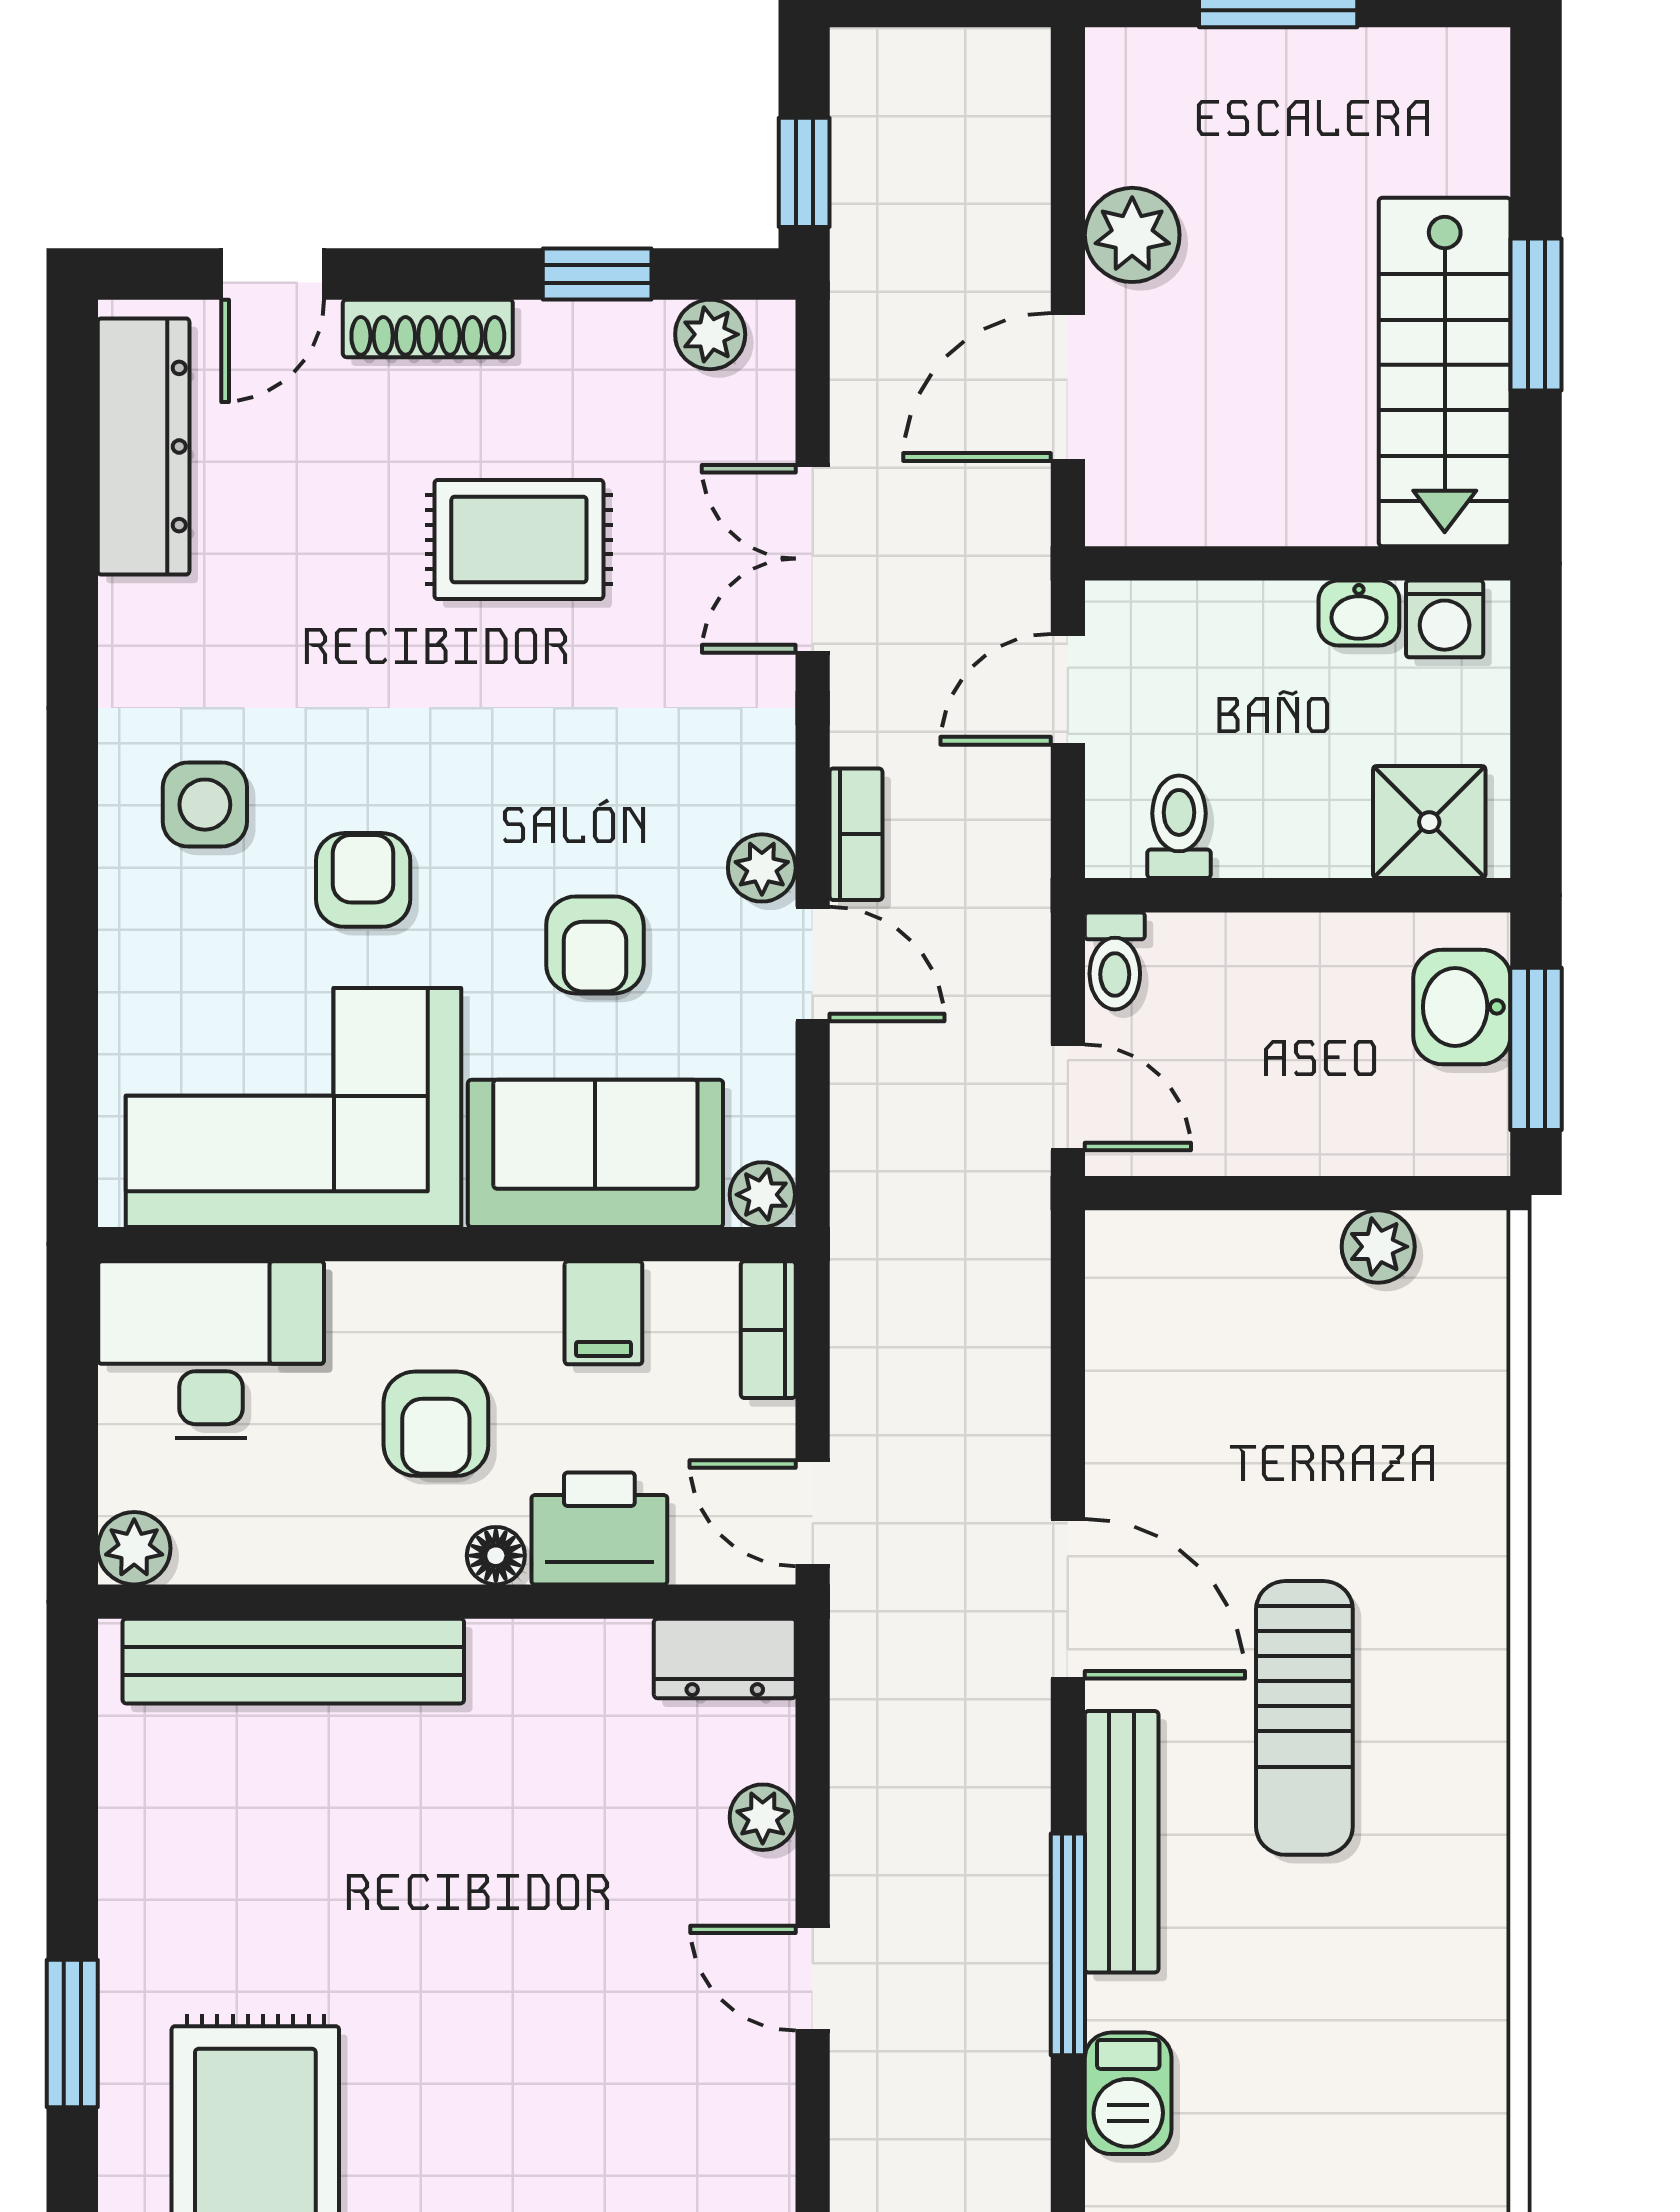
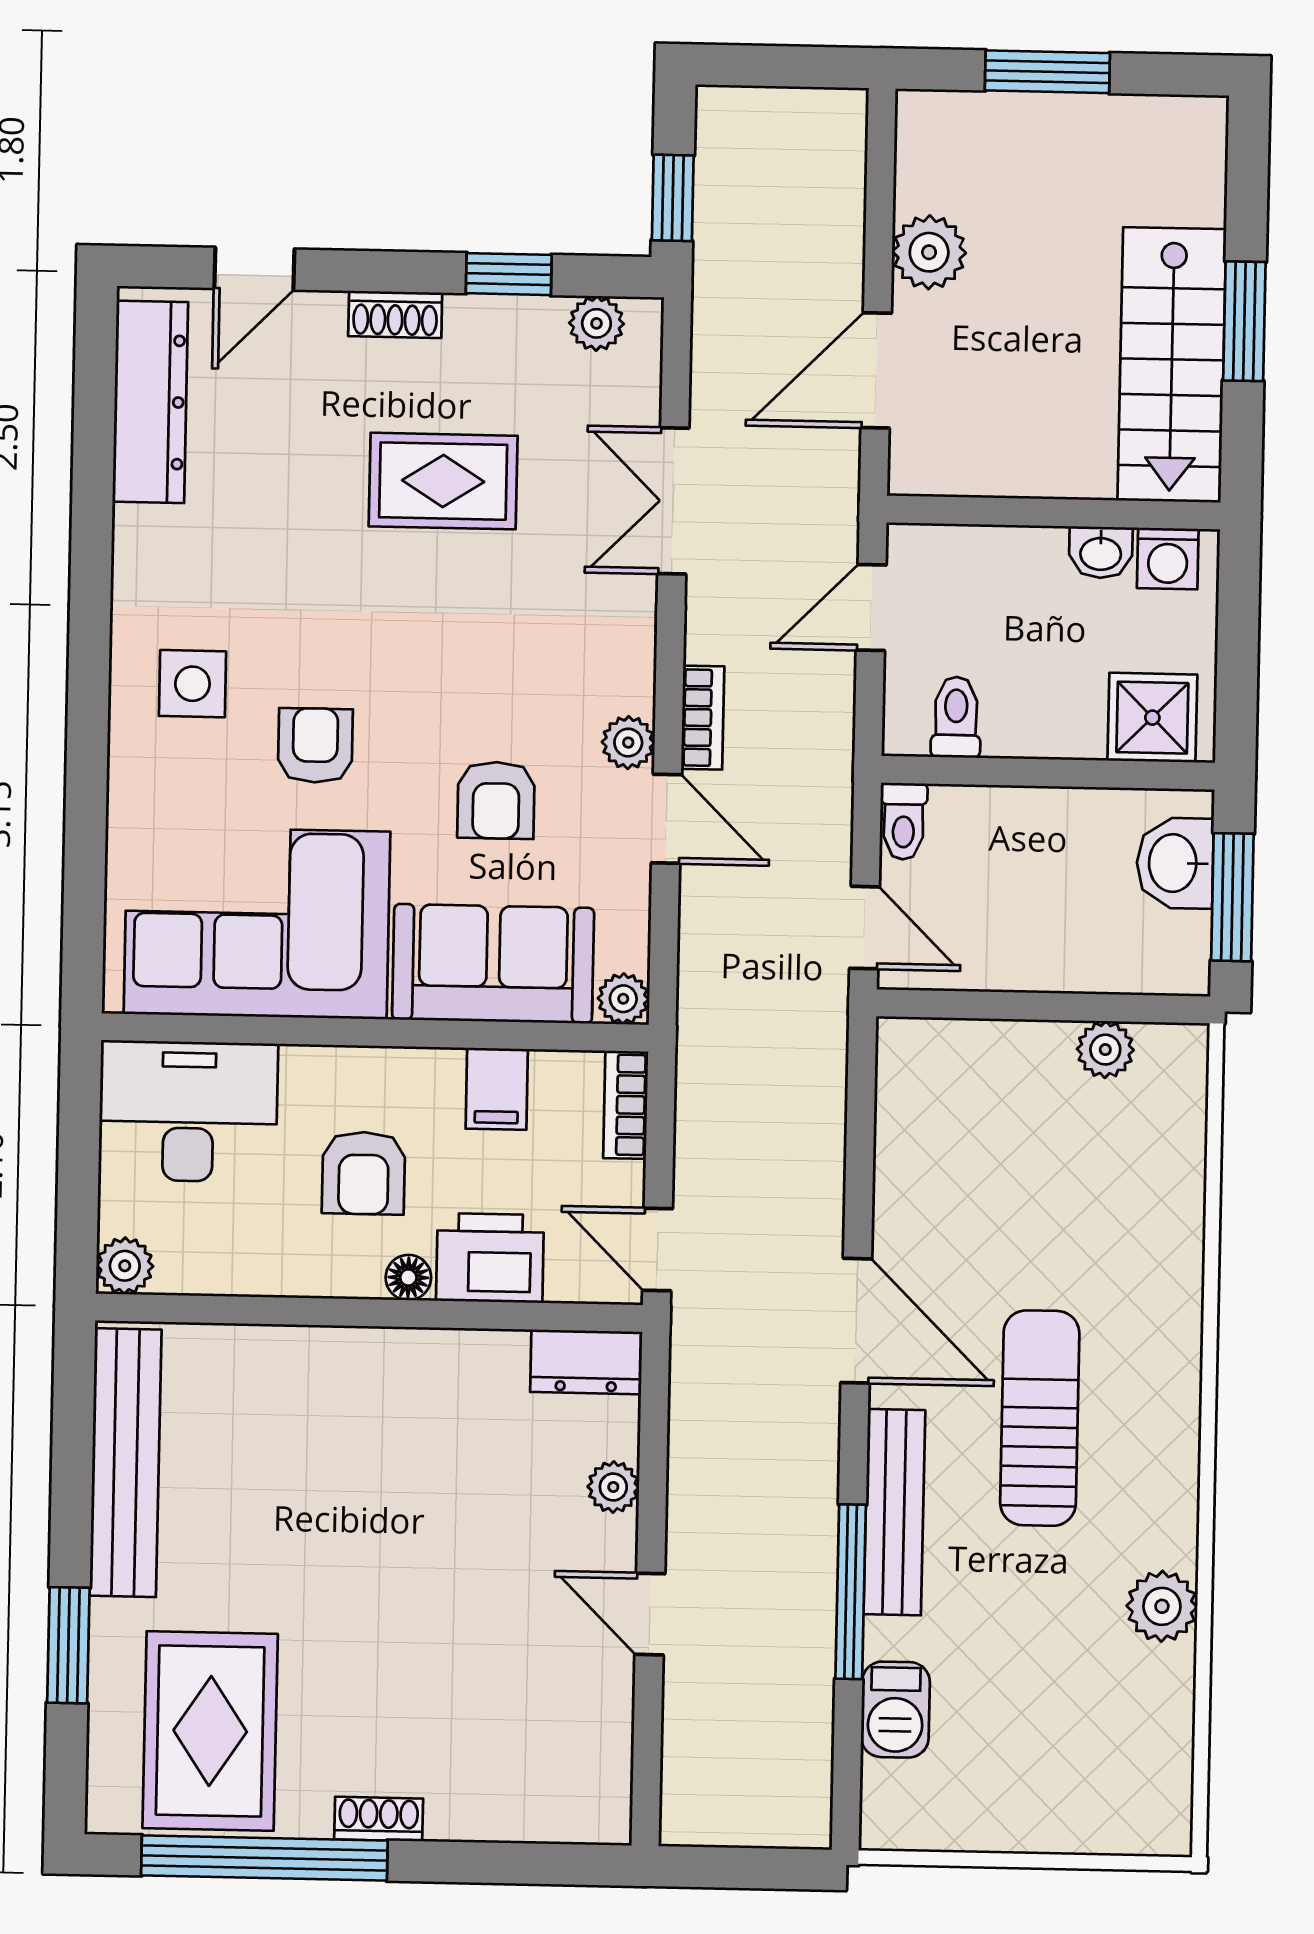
shoe rack: (428, 328) -> (395, 314), width x0.70
bench: (293, 1661) -> (125, 1463), moved, turned 90
sun lounger: (1304, 1718) -> (1040, 1418), turned 180
plant: (1465, 1955) -> (1162, 1606), added

